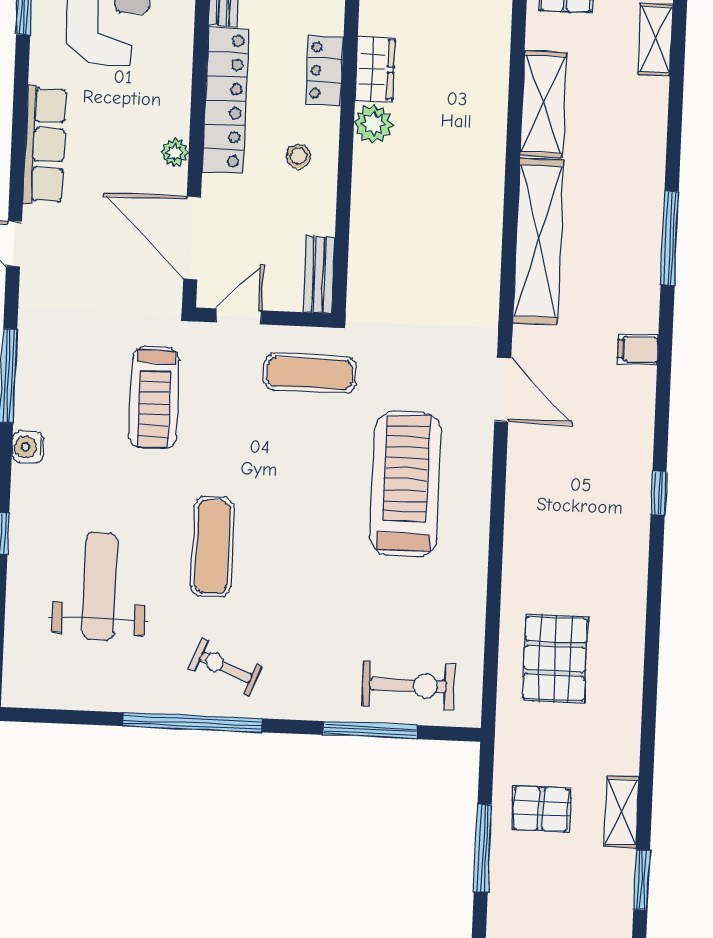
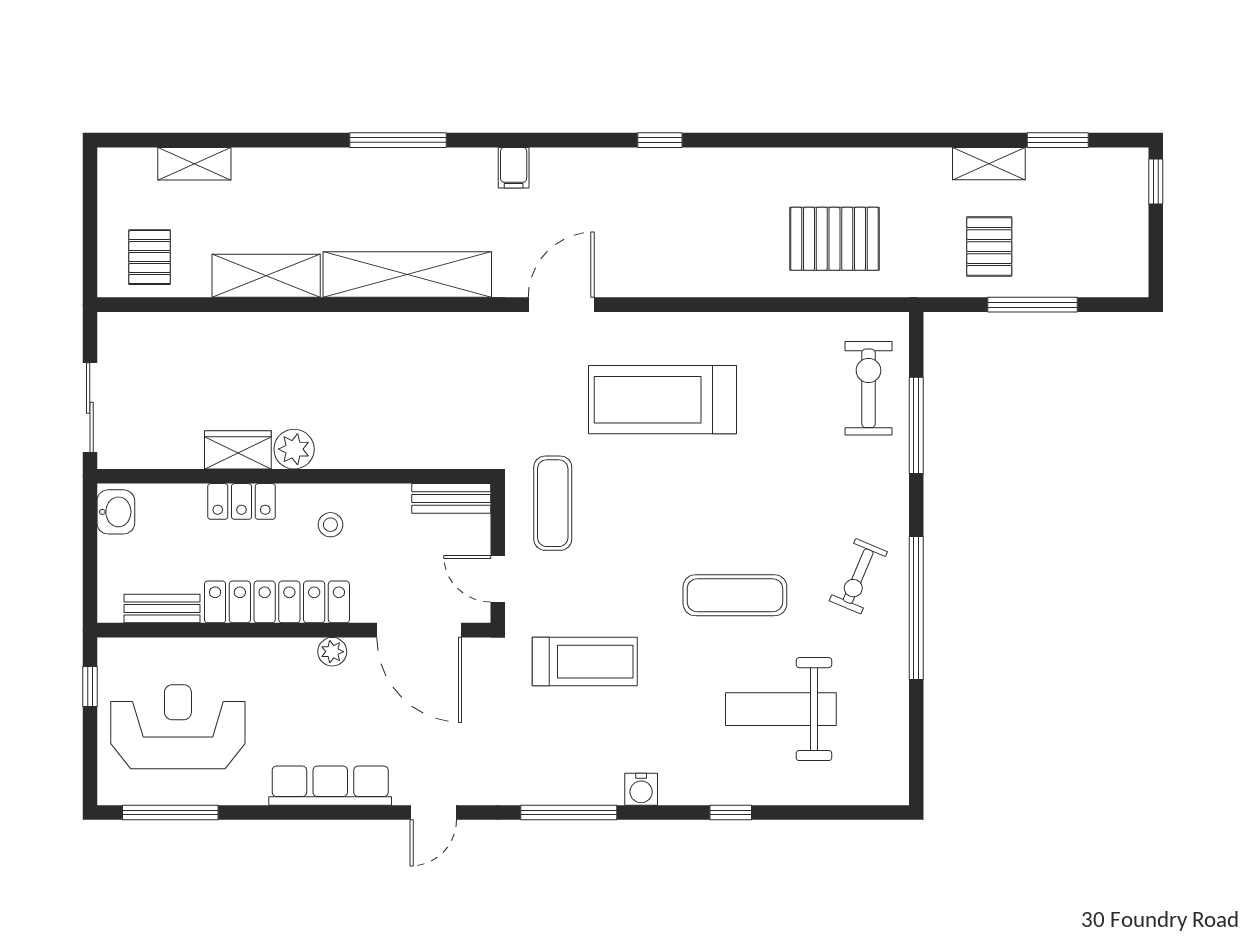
door: (192, 238) -> (419, 630), hinge flipped

